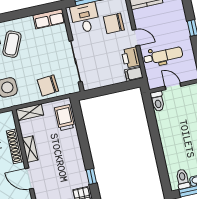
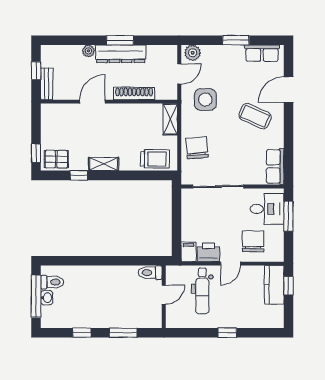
shelving: (30, 149) -> (104, 164), moved

